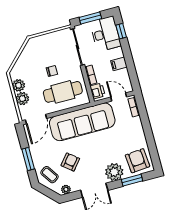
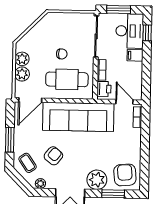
filing cabinet: (119, 64) -> (135, 55), moved

